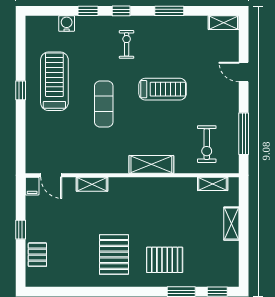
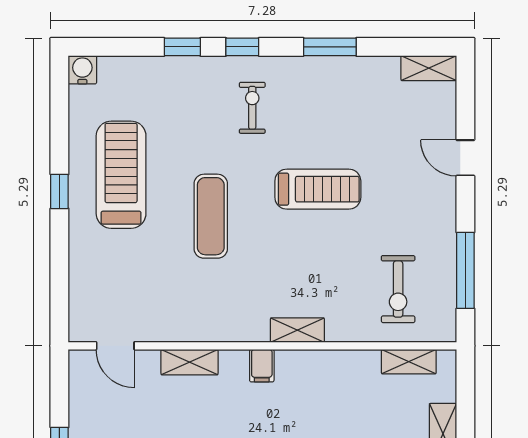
water cooler: (67, 24) -> (82, 70), moved
shelving: (151, 164) -> (297, 330), width x0.67, depth x0.75
filing cabinet: (32, 186) -> (262, 366), moved

